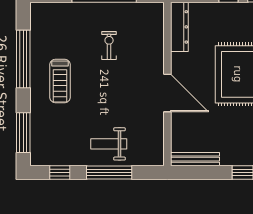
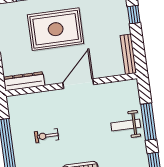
weight bench: (109, 144) -> (126, 125), turned 90

